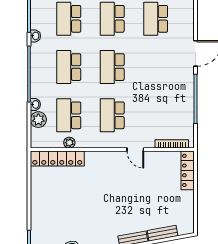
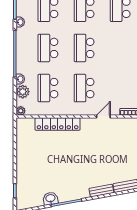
plant: (69, 143) -> (21, 111), moved
door: (135, 150) -> (103, 117), swing flipped
locker: (57, 159) -> (58, 124), moved

